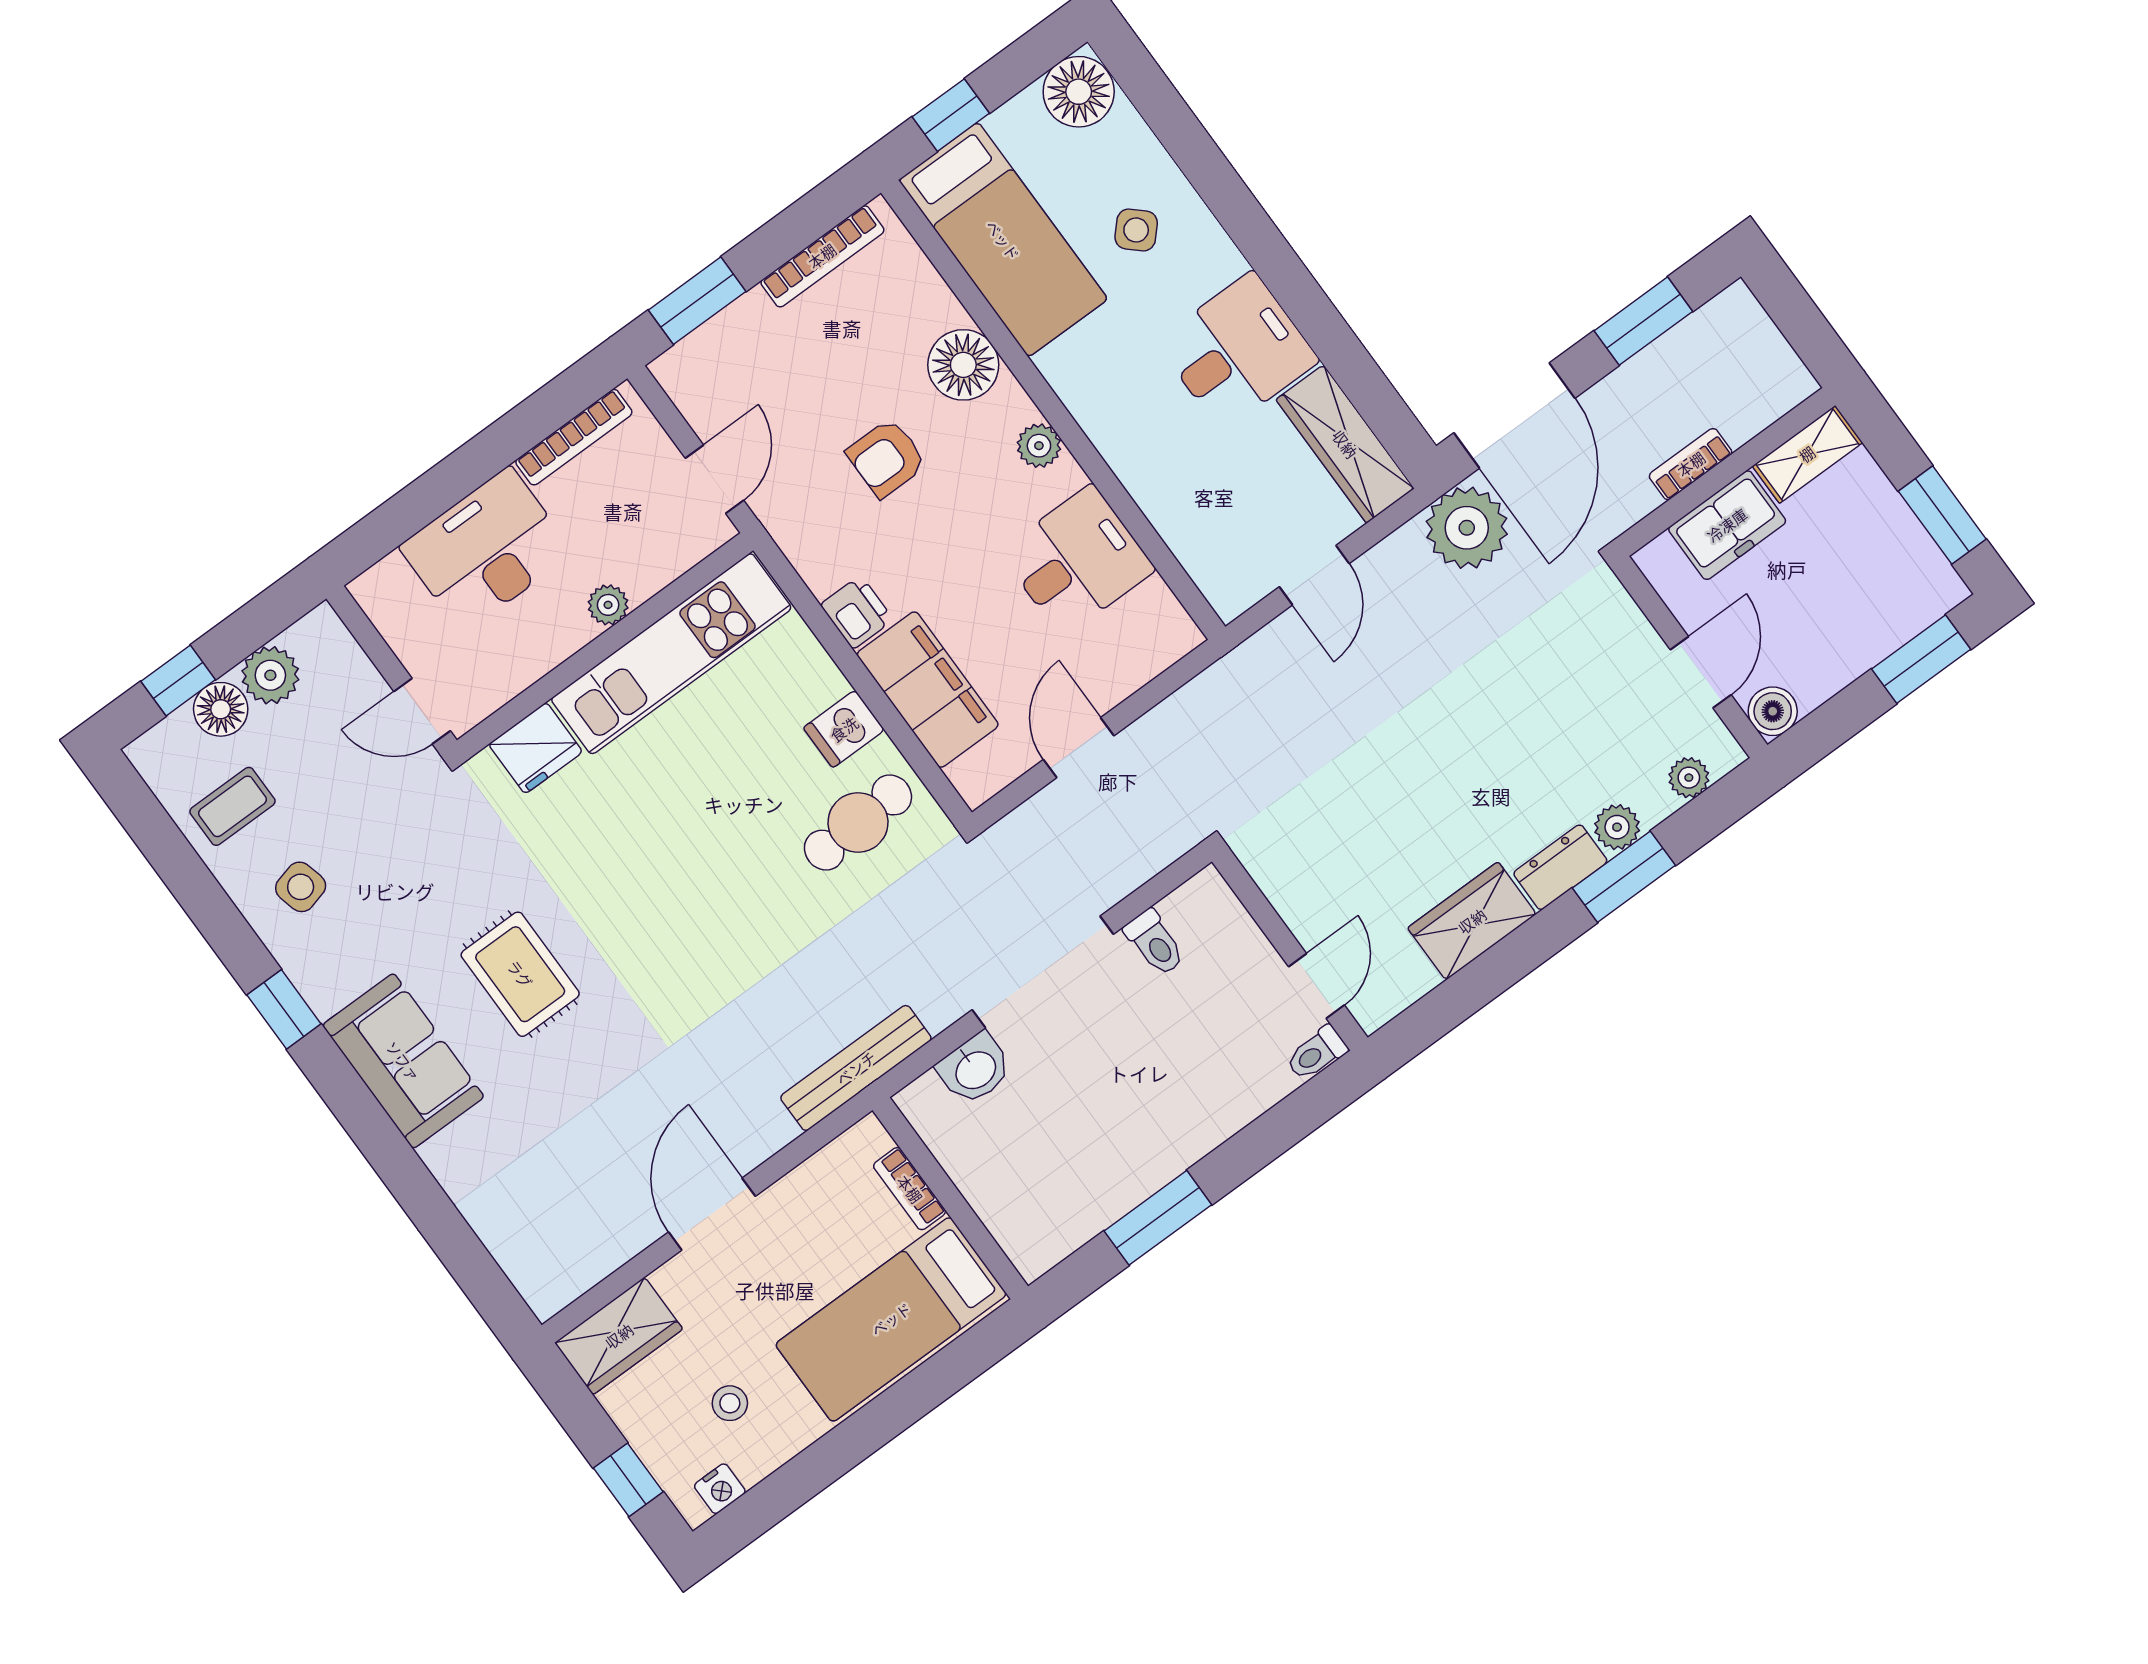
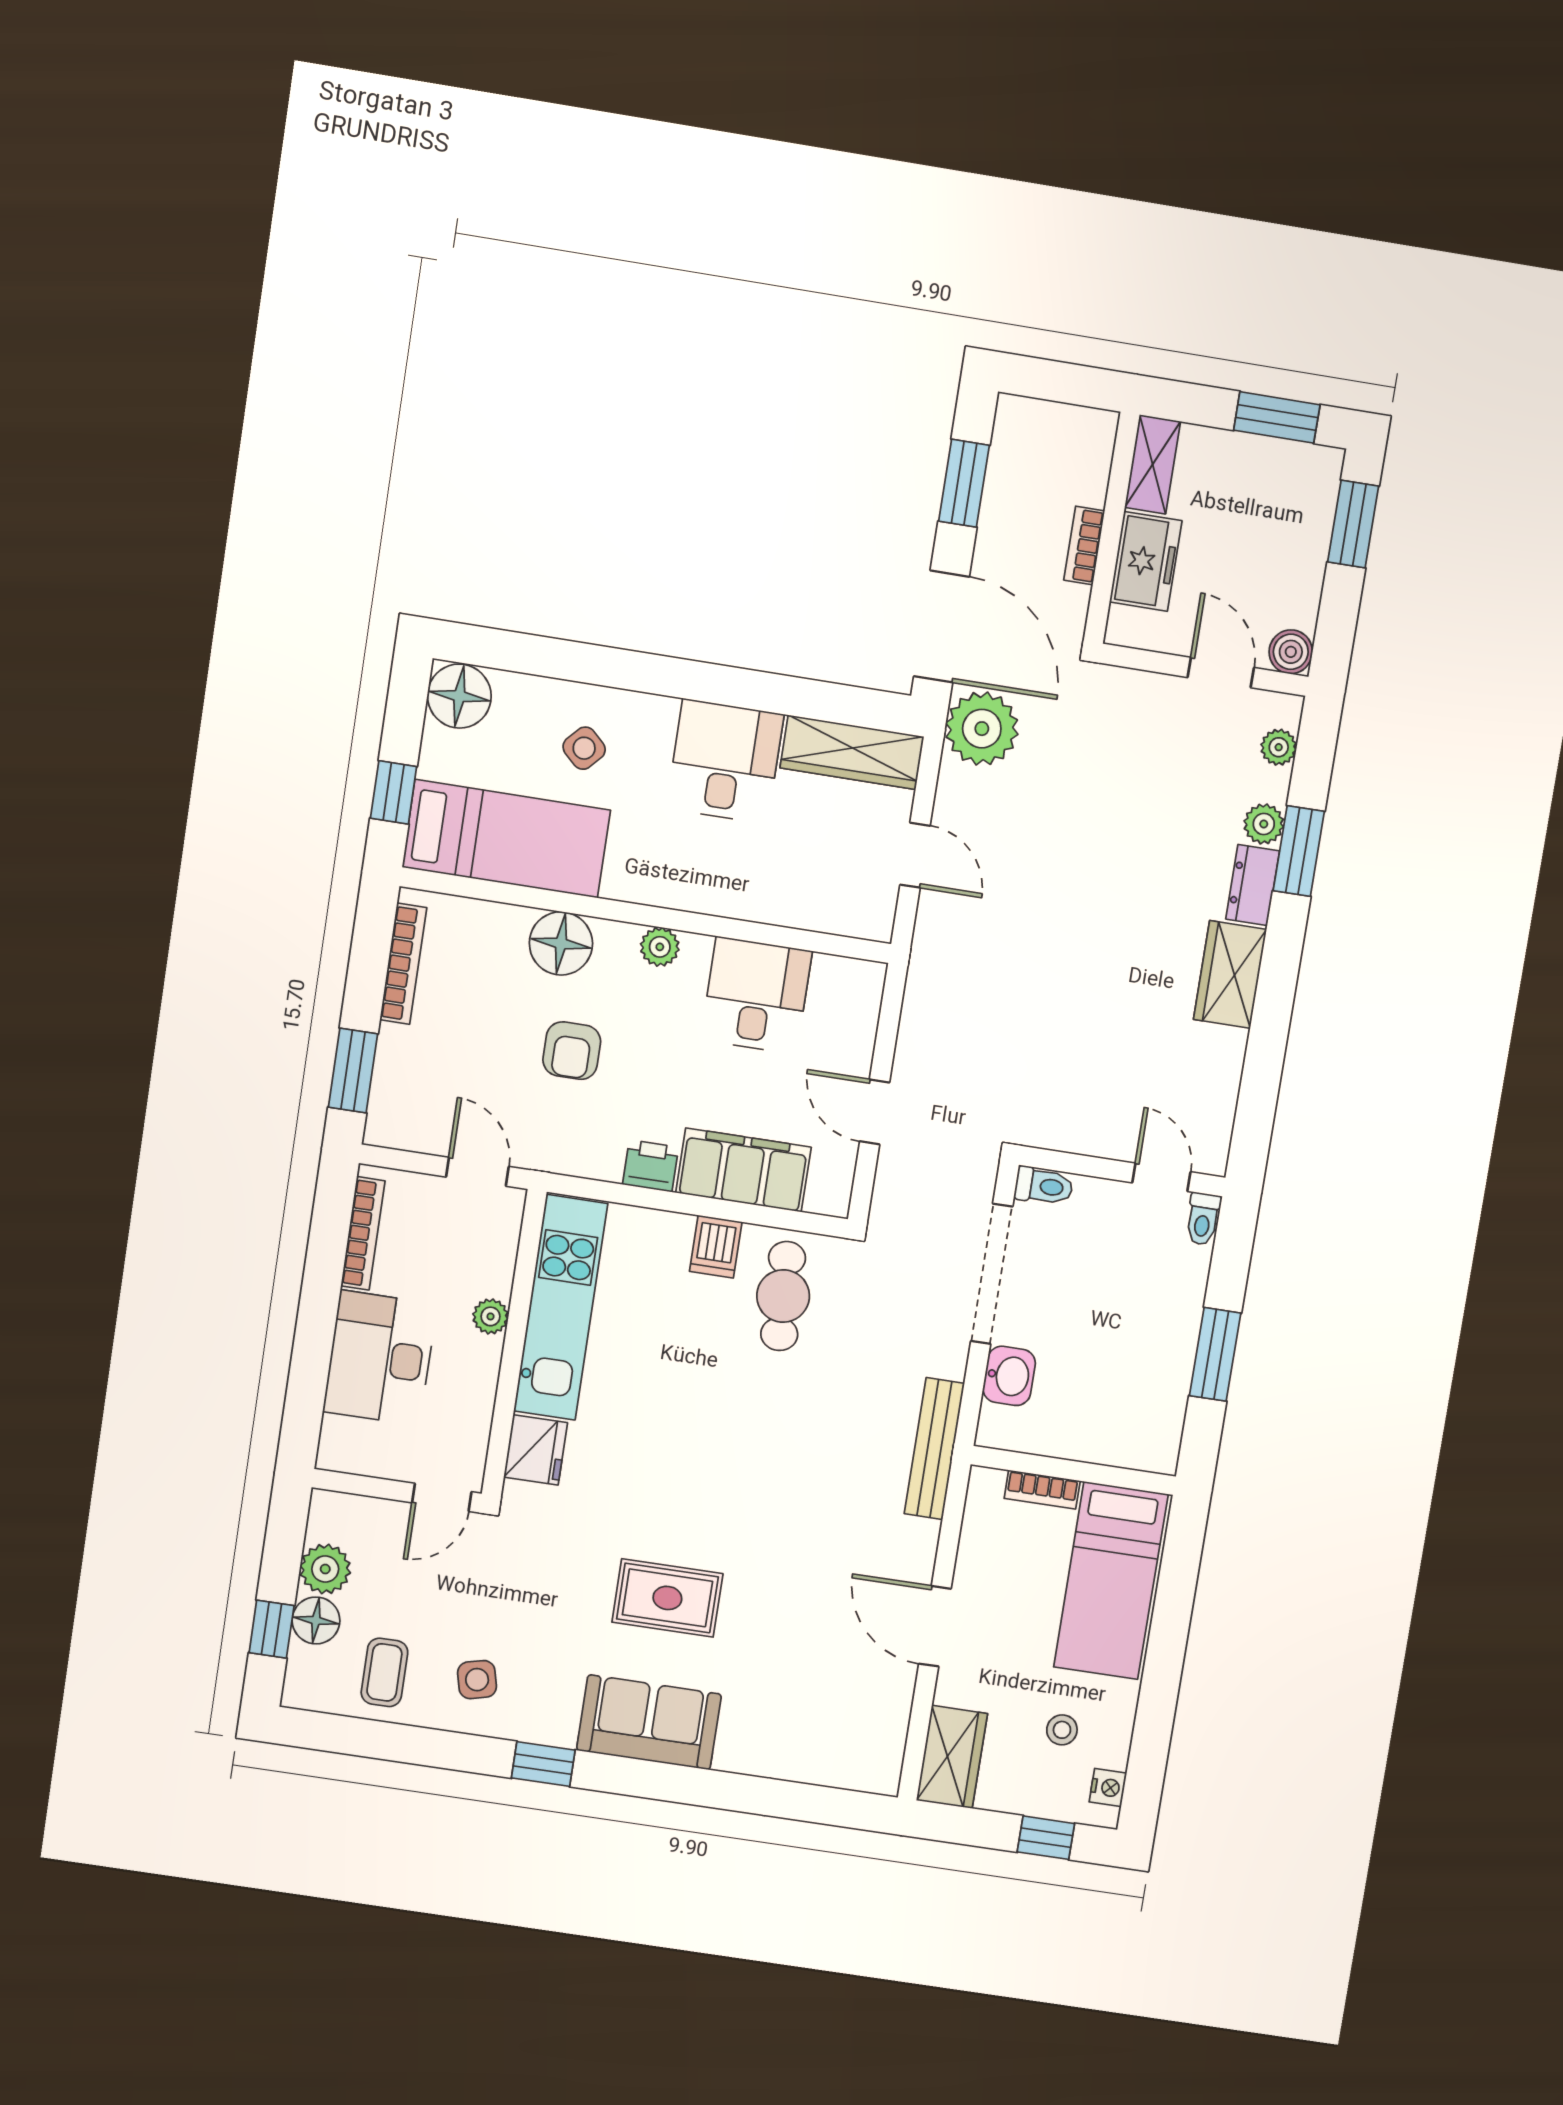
wall: (1290, 950) -> (1122, 1171), moved
door: (1316, 986) -> (1161, 1177), moved
toilet: (1317, 1053) -> (1203, 1219), moved

